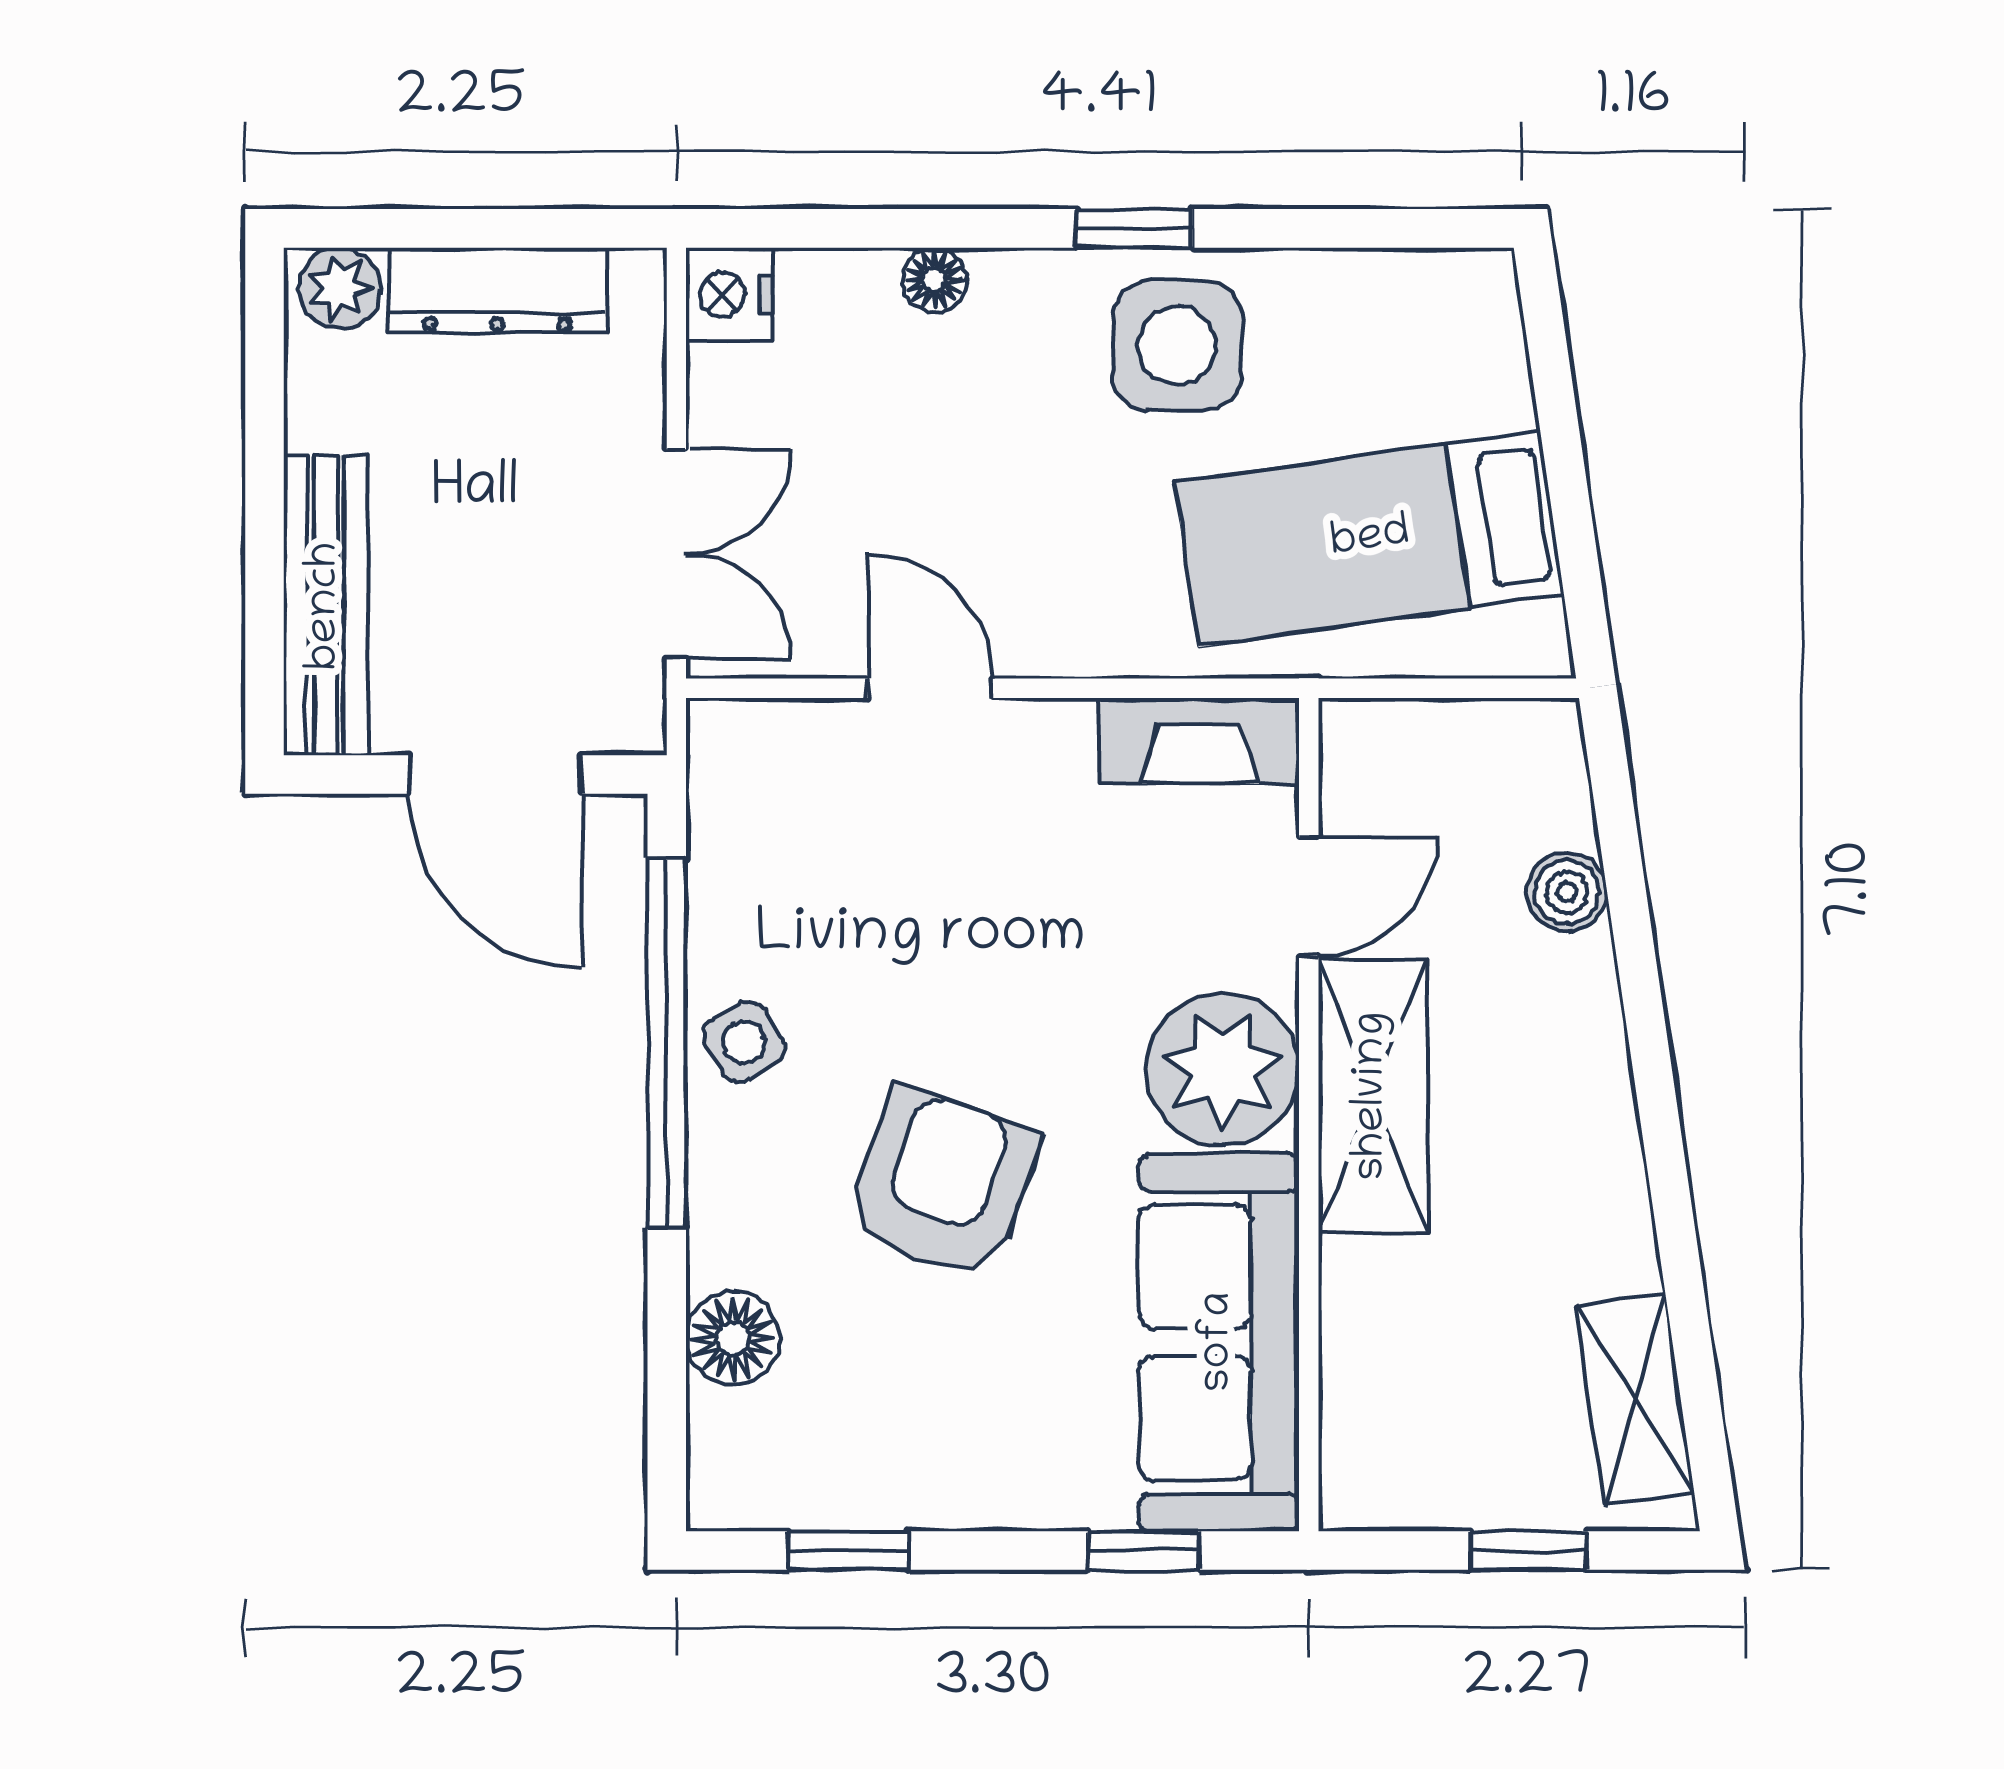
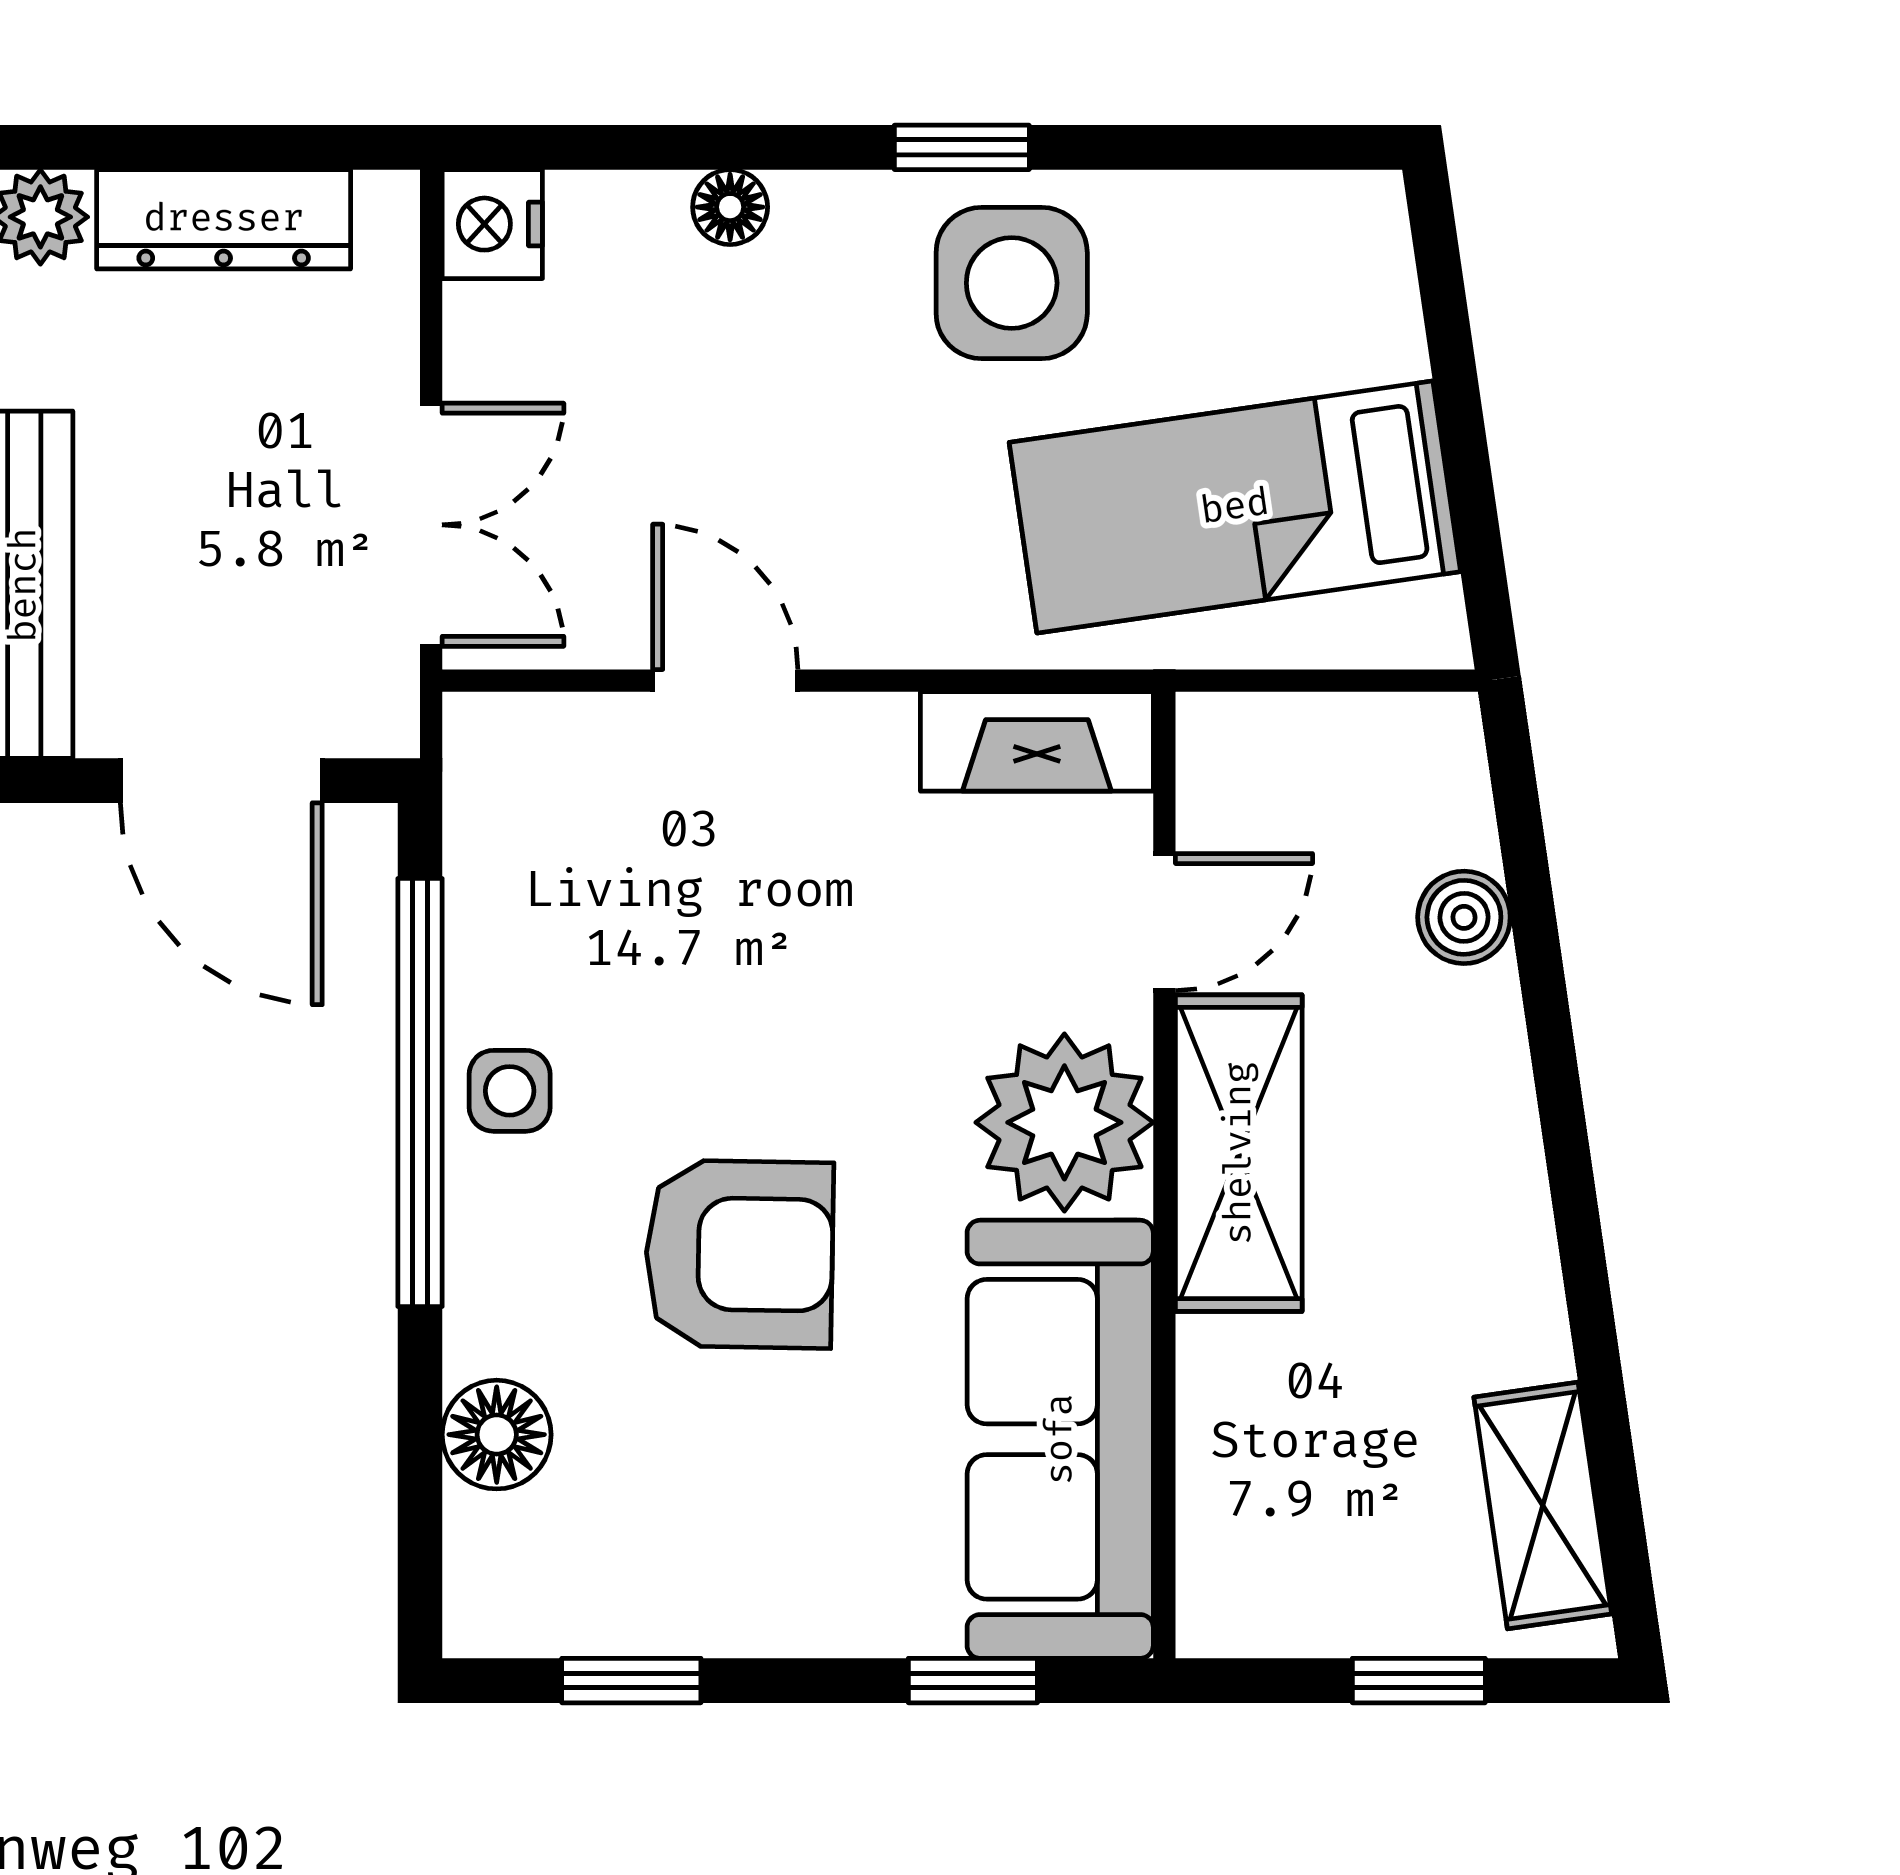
side table: (744, 1042) -> (510, 1091), turned 31
armchair: (942, 1183) -> (739, 1254), turned 72

